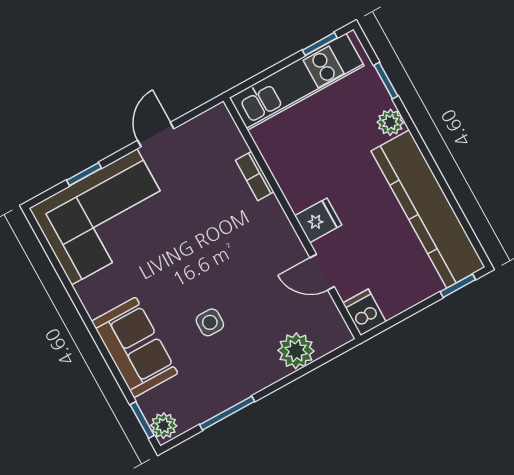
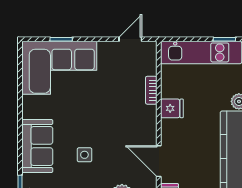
door: (156, 134) -> (130, 39), moved
fridge: (318, 220) -> (172, 108), moved
door: (322, 272) -> (159, 161), width x1.38

